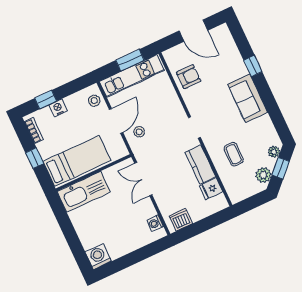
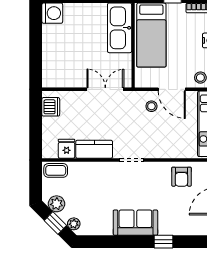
coffee table: (234, 154) -> (56, 170), moved
washing machine: (155, 223) -> (59, 81), removed

